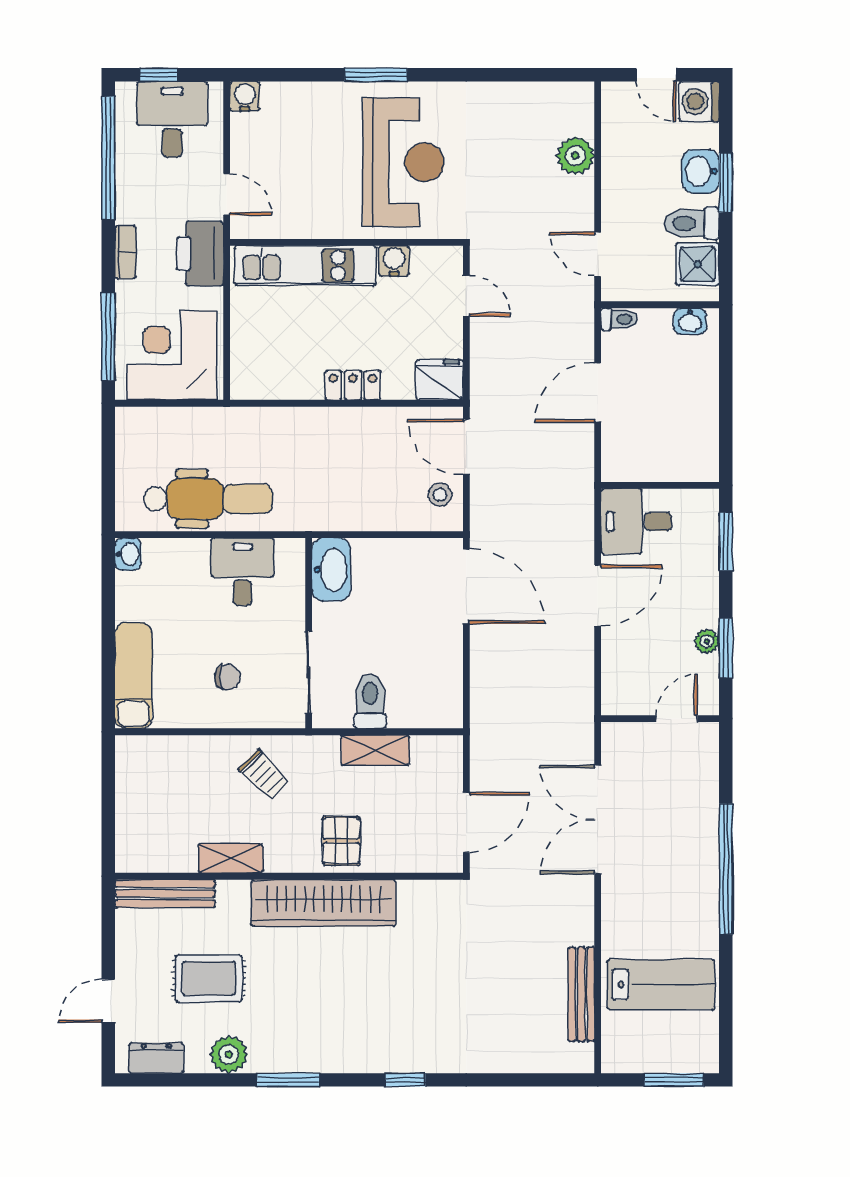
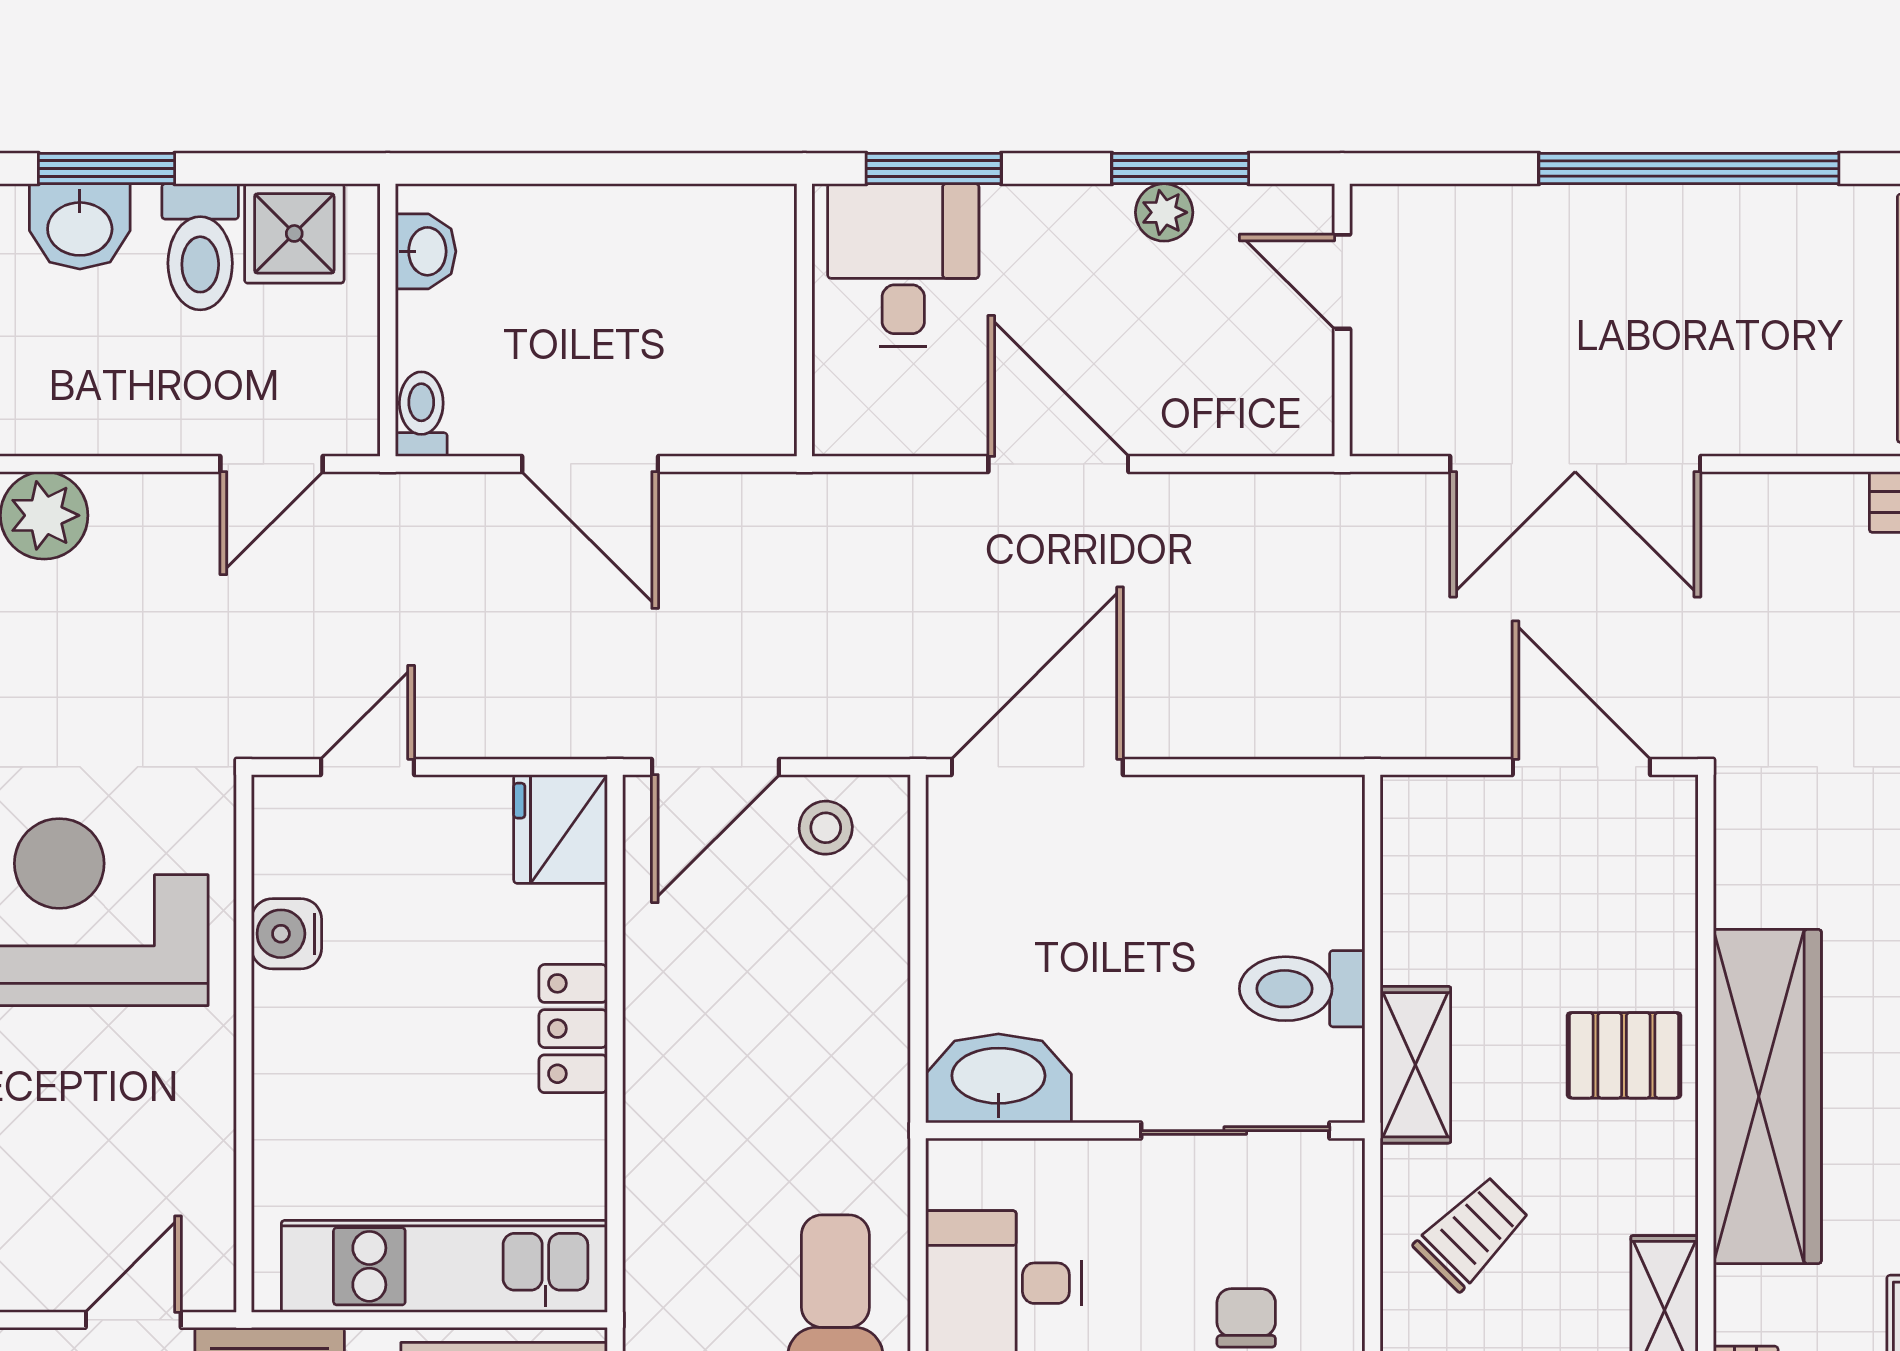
kitchen unit: (305, 266) -> (444, 1266), moved, turned -90
desk: (636, 521) -> (903, 265), moved, turned 180
shelving: (375, 750) -> (1415, 1065), moved

